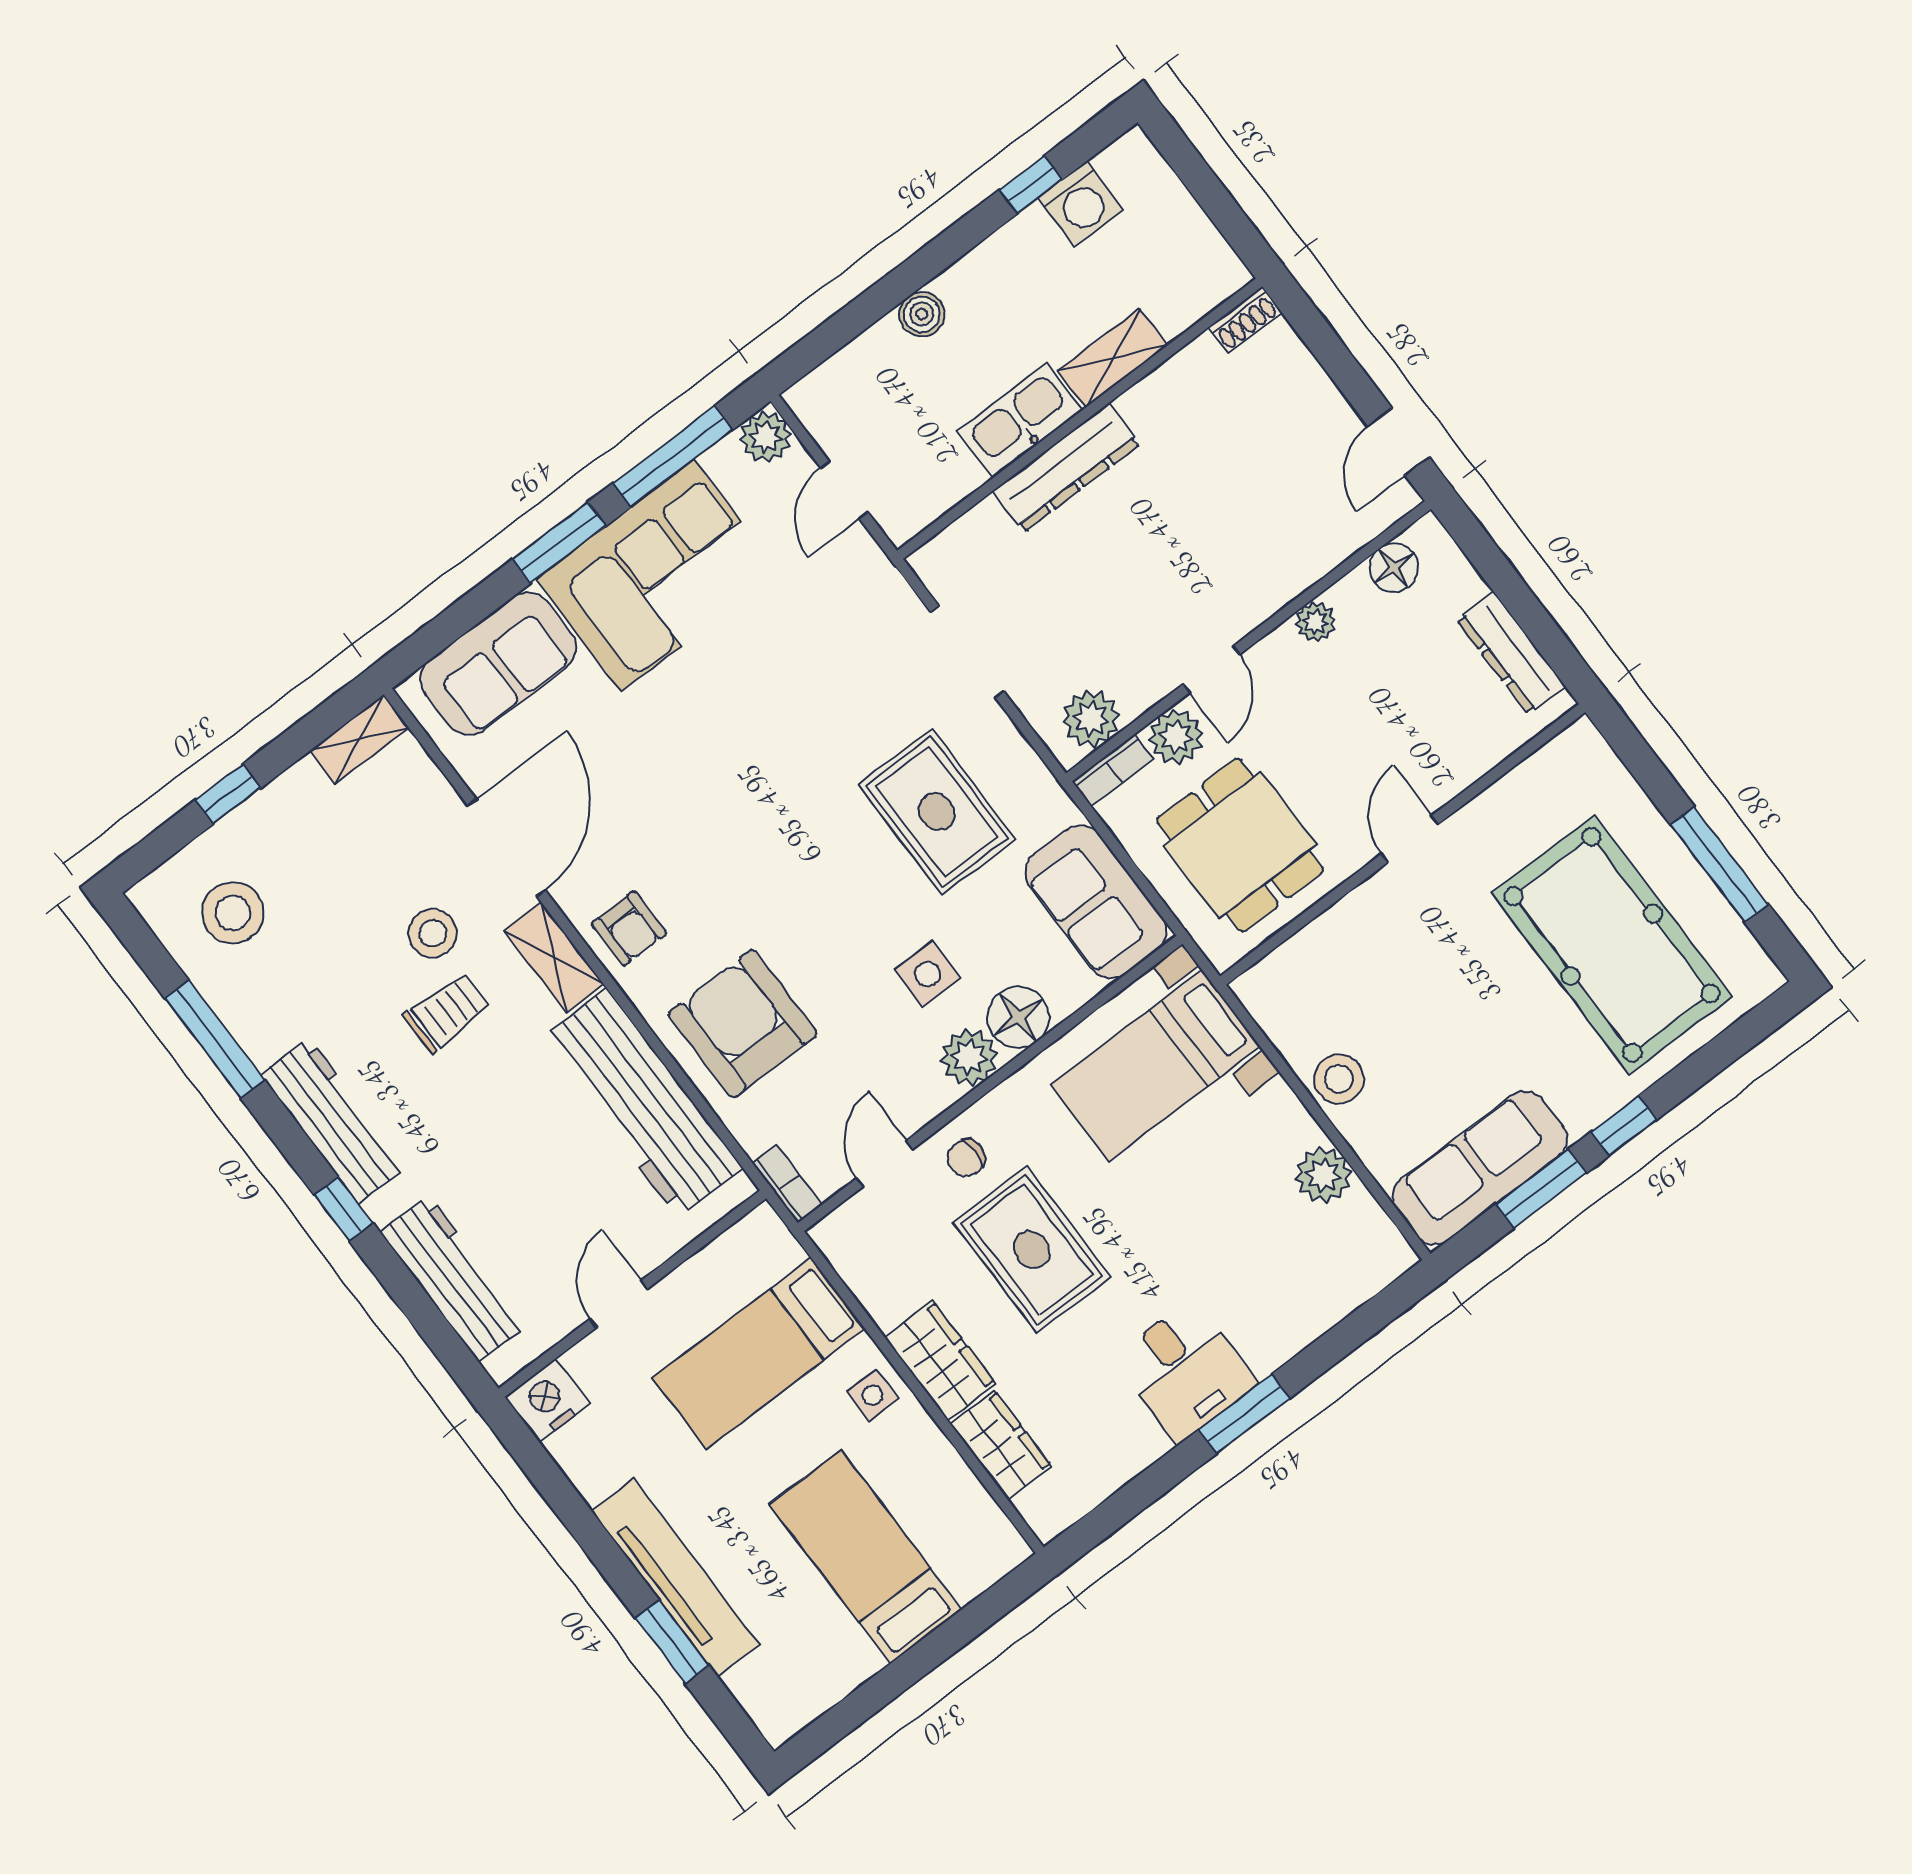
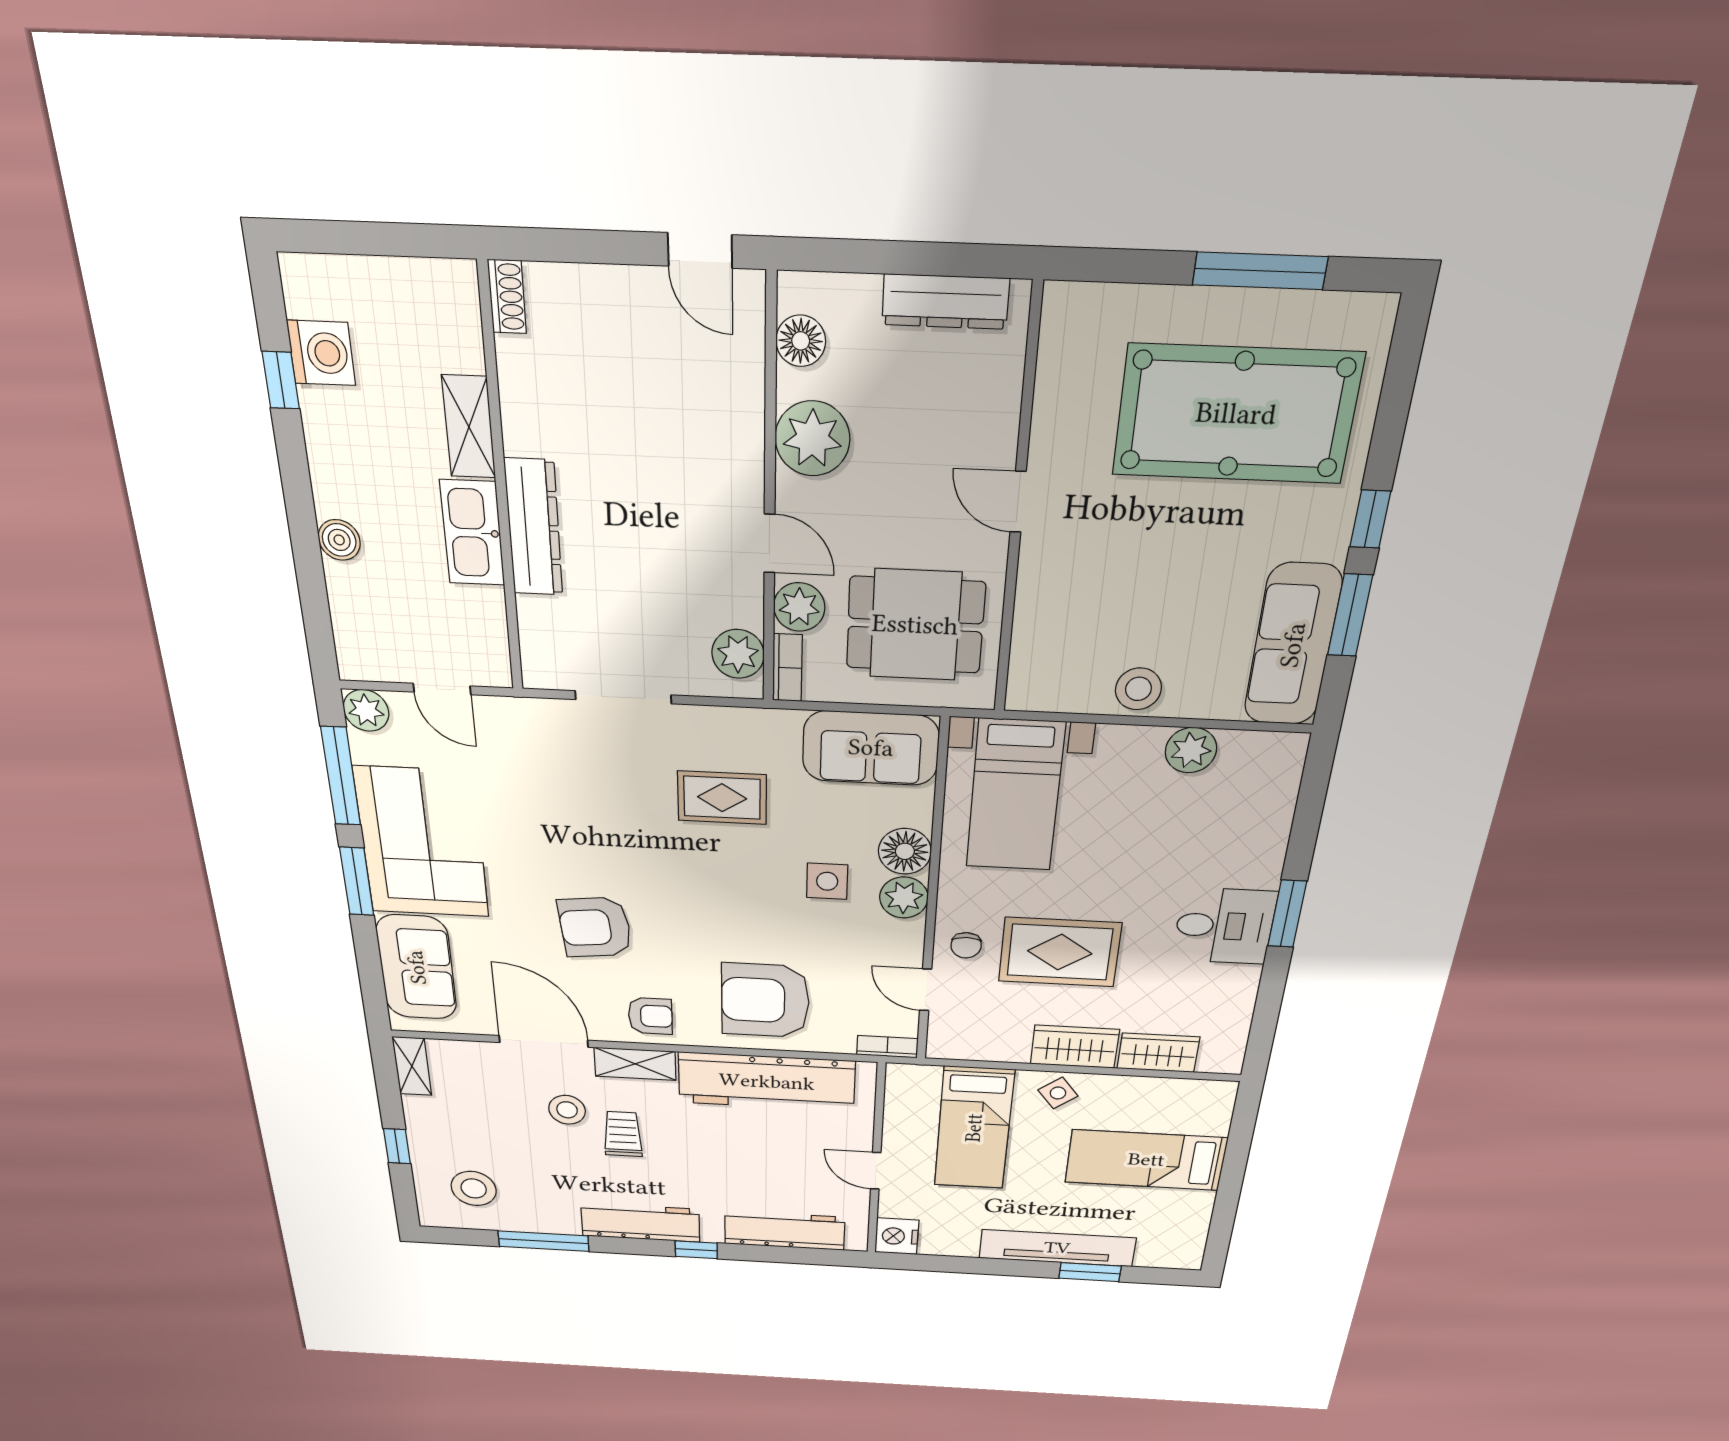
plant: (1316, 622) -> (812, 439), width x1.88, depth x1.88
armchair: (693, 800) -> (595, 927), added
rug: (937, 812) -> (722, 798), width x0.73, depth x0.70
side table: (873, 1395) -> (1058, 1093), turned -38

